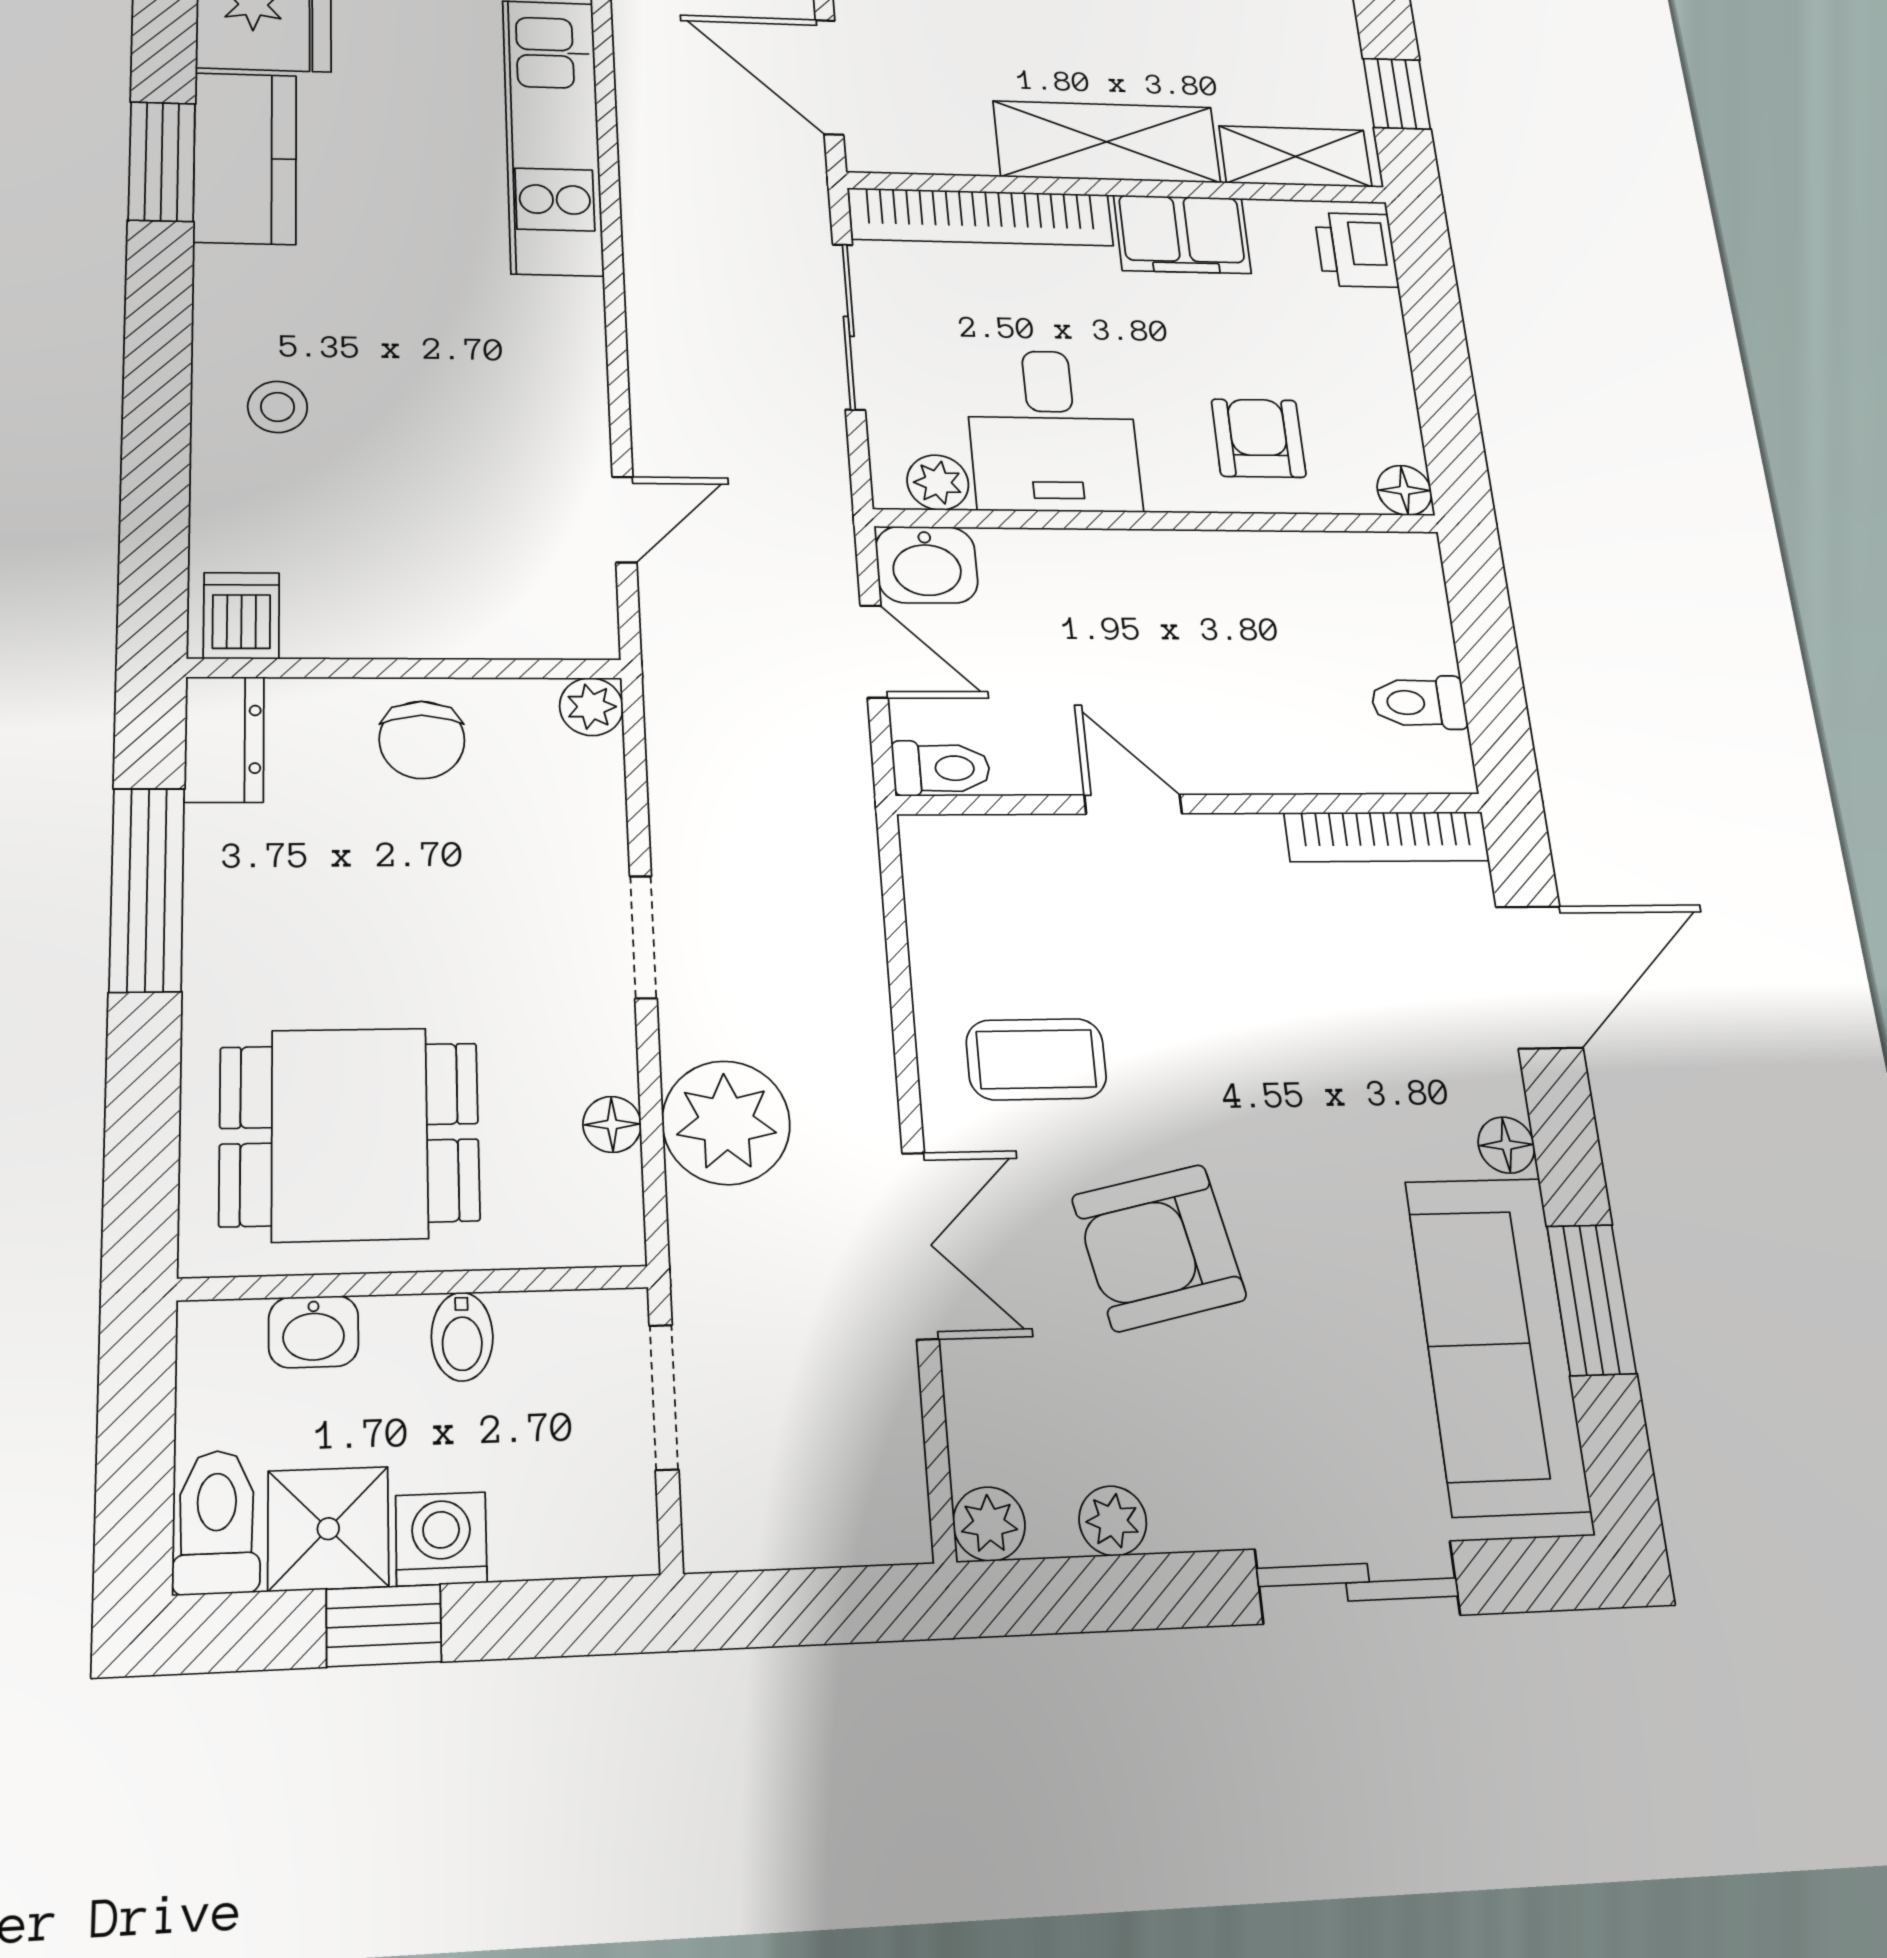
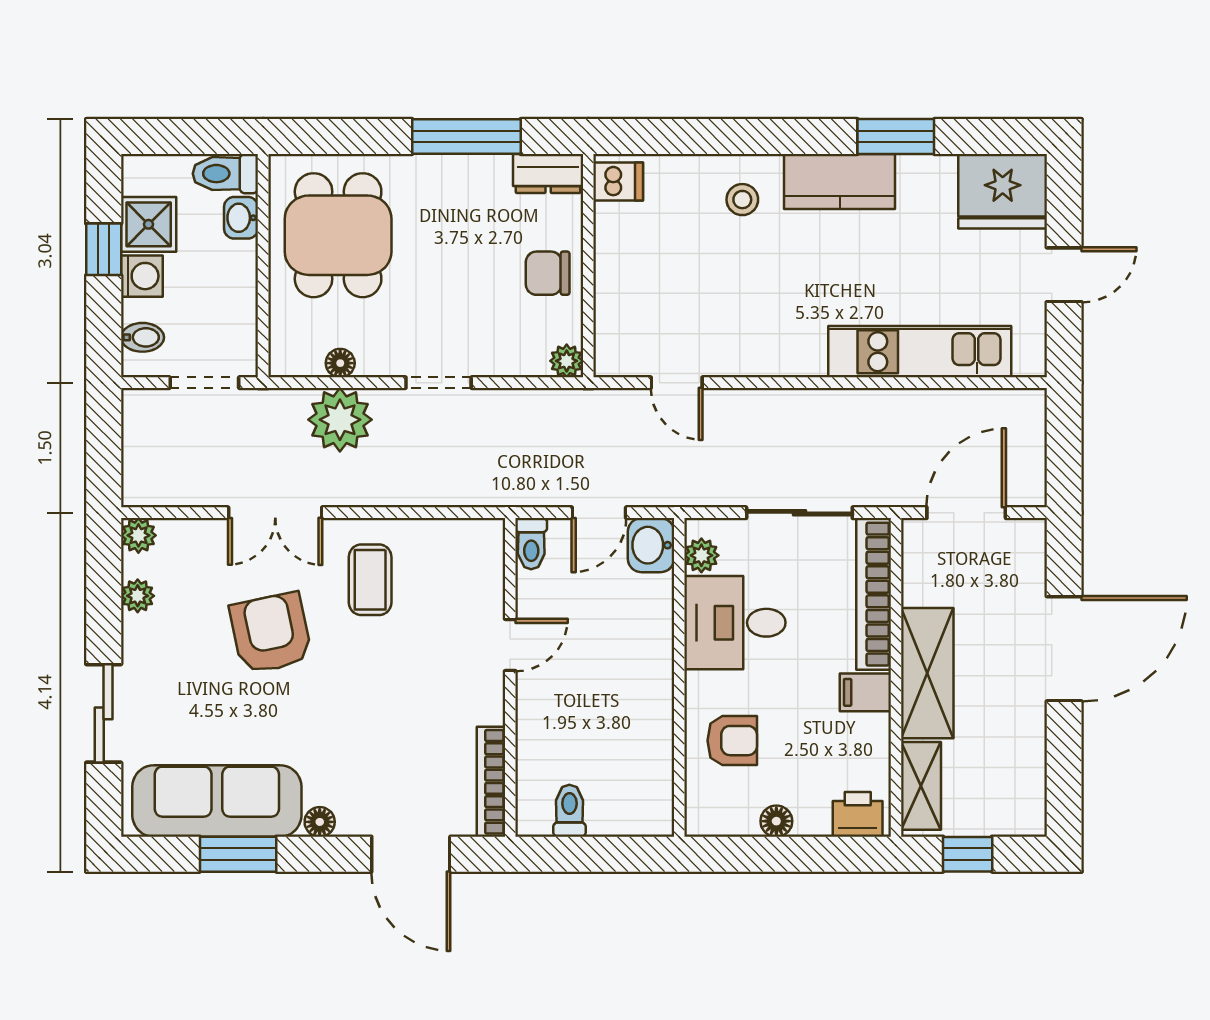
kitchen counter: (245, 158) -> (840, 181), moved
filing cabinet: (1182, 234) -> (865, 692), width x0.50
floor lamp: (1404, 490) -> (776, 821), moved
bidet: (462, 1337) -> (142, 337), moved, turned 180
toilet: (217, 1522) -> (225, 174), moved, turned 180

